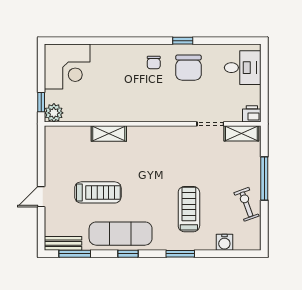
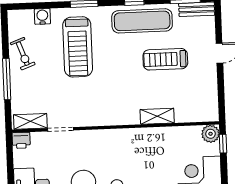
treadmill: (189, 209) -> (78, 47), width x1.37, depth x1.38

